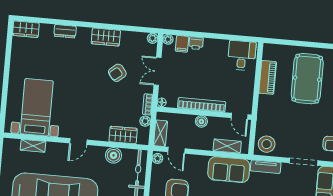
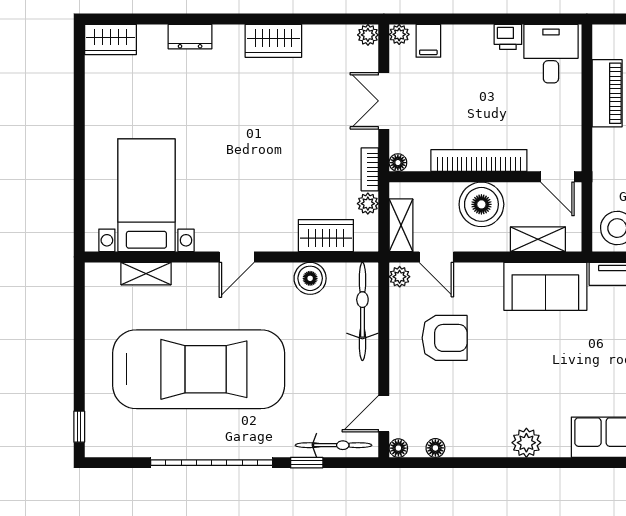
printer: (196, 43) -> (508, 37), moved
armchair: (117, 73) -> (303, 111), removed
boiler: (201, 121) -> (481, 204), width x1.86, depth x1.86

